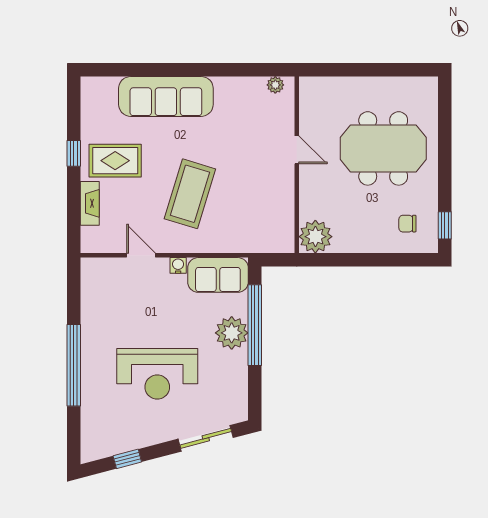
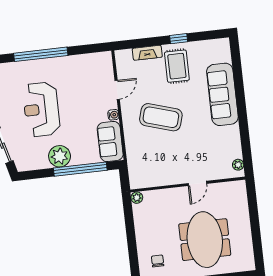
plant: (315, 237) -> (137, 198), width x0.53, depth x0.53
plant: (232, 333) -> (60, 156), moved

